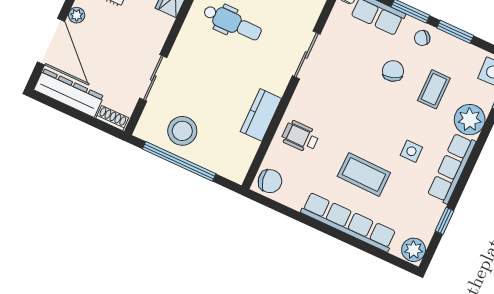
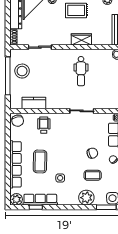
kitchen counter: (261, 115) -> (34, 103), moved
row of seats: (452, 168) -> (40, 200), moved

